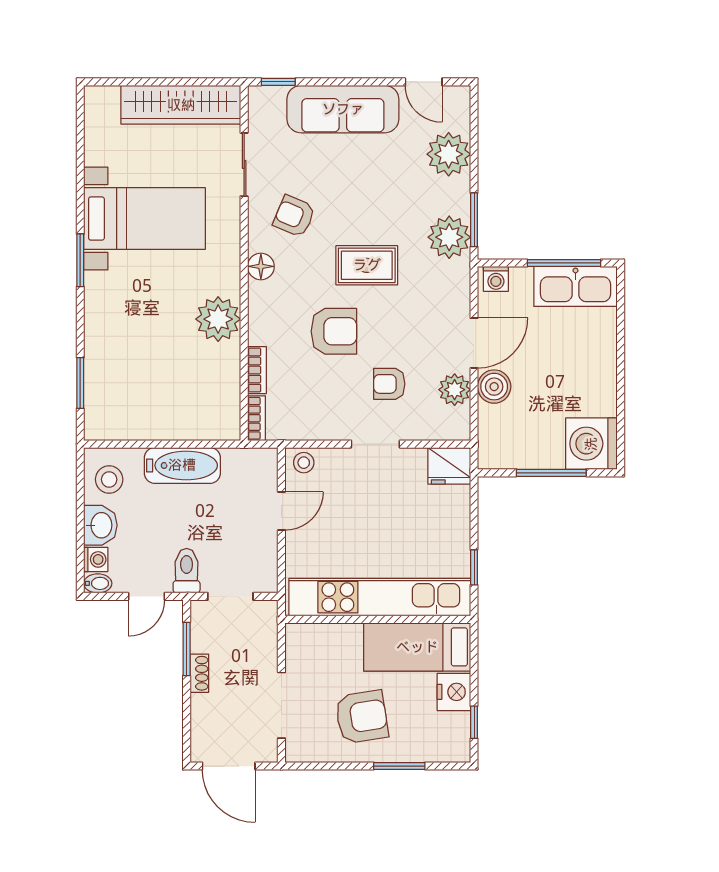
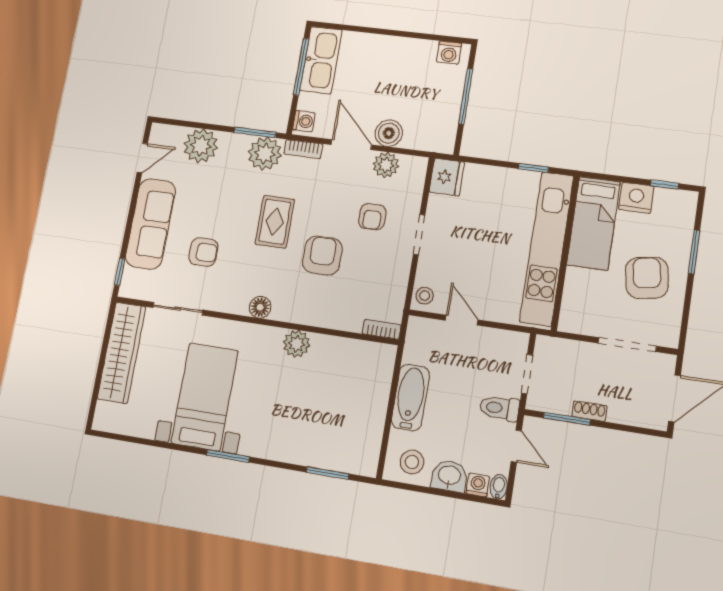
armchair: (294, 216) -> (203, 252), moved, turned -113
plant: (218, 319) -> (297, 344), width x0.73, depth x0.73
bookcase: (257, 370) -> (303, 149), moved, turned 180
washing machine: (591, 444) -> (449, 53), width x0.53, depth x0.53

